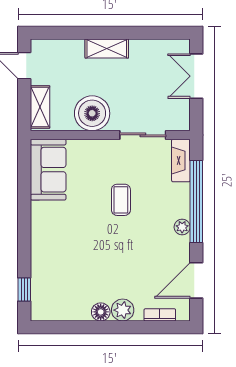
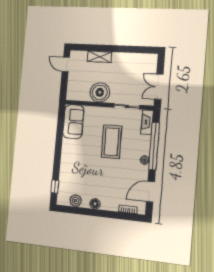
shelving: (107, 49) -> (99, 57), moved
double door: (196, 76) -> (159, 87), moved
shelving: (40, 107) -> (72, 87), removed
coffee table: (121, 200) -> (112, 142), width x1.86, depth x1.72
plant: (123, 310) -> (76, 200), moved

